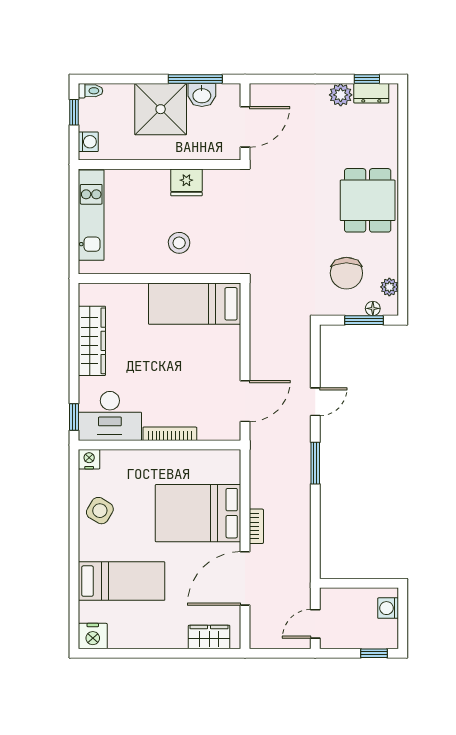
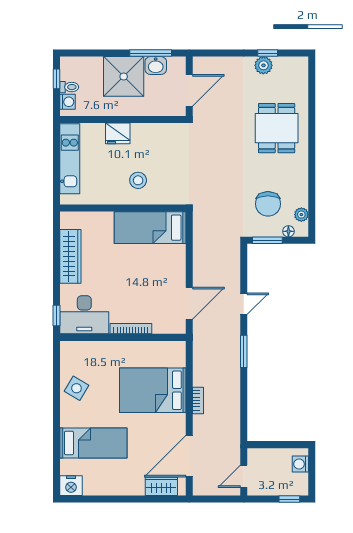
window: (367, 79) -> (268, 53), moved
toilet: (90, 91) -> (69, 87), moved
dresser: (371, 93) -> (287, 64), removed
fridge: (186, 182) -> (118, 133), moved
dining table: (368, 200) -> (277, 128), moved
window: (364, 320) -> (267, 240), moved
nightstand: (89, 459) -> (68, 348), removed
door: (245, 578) -> (189, 456), moved

